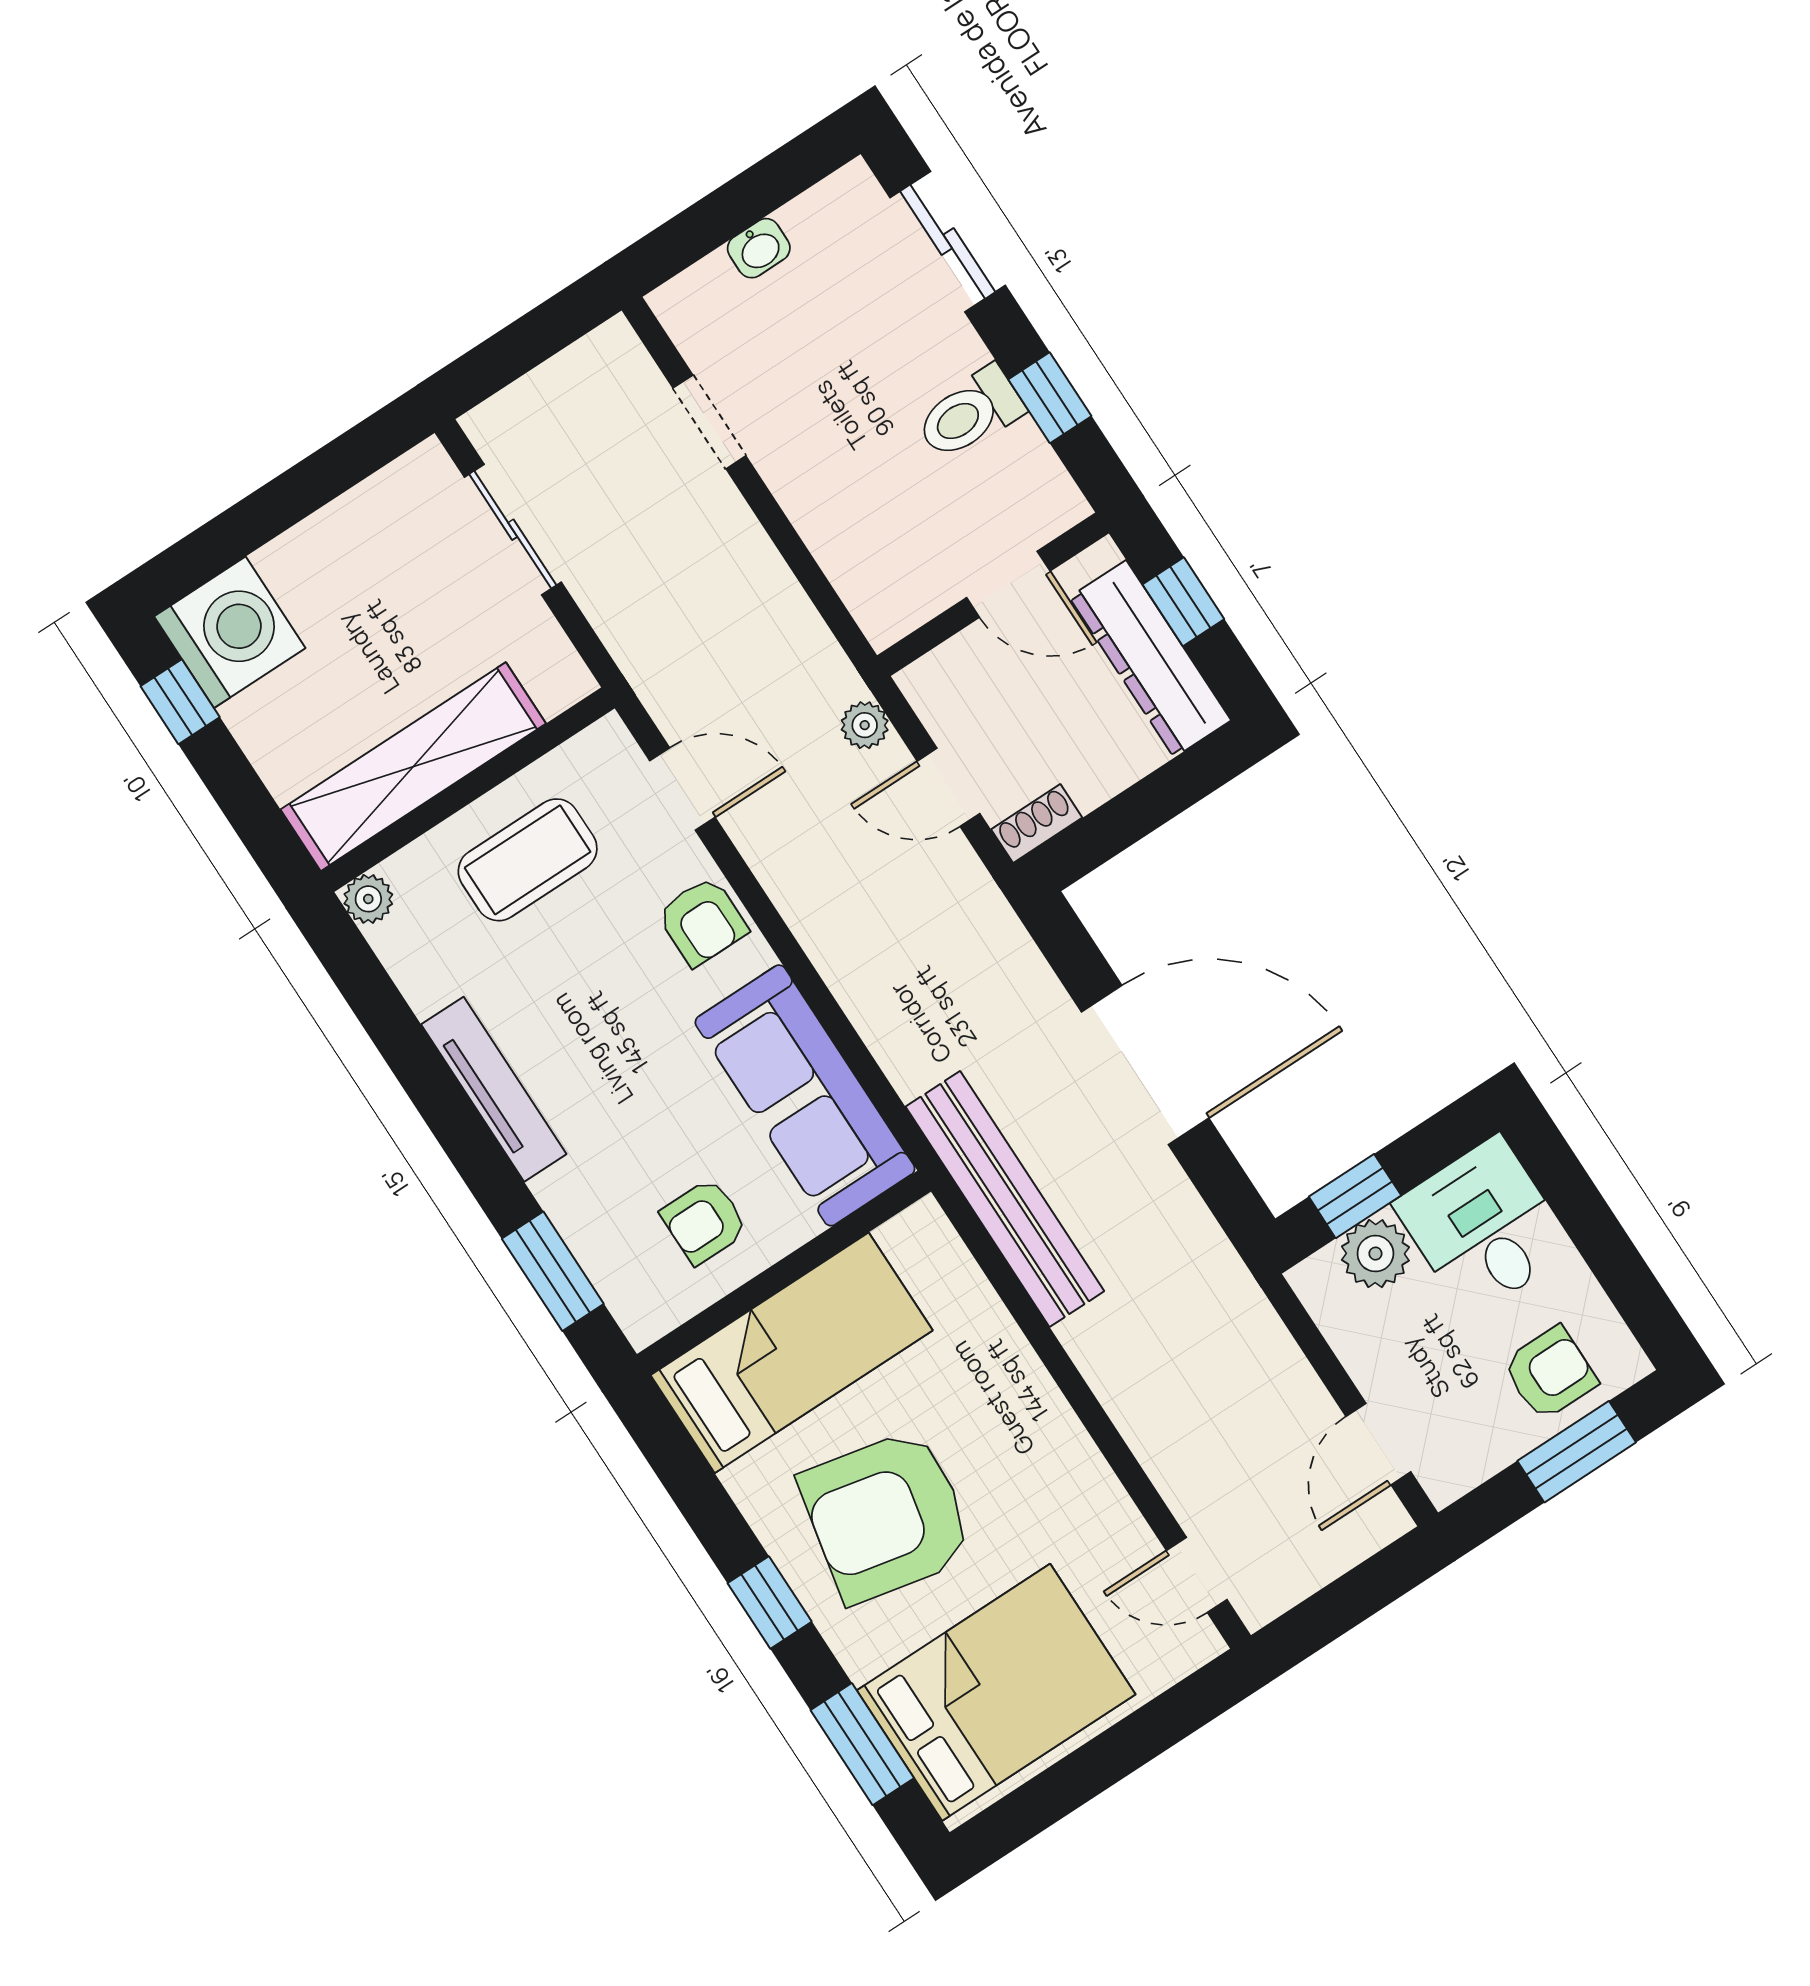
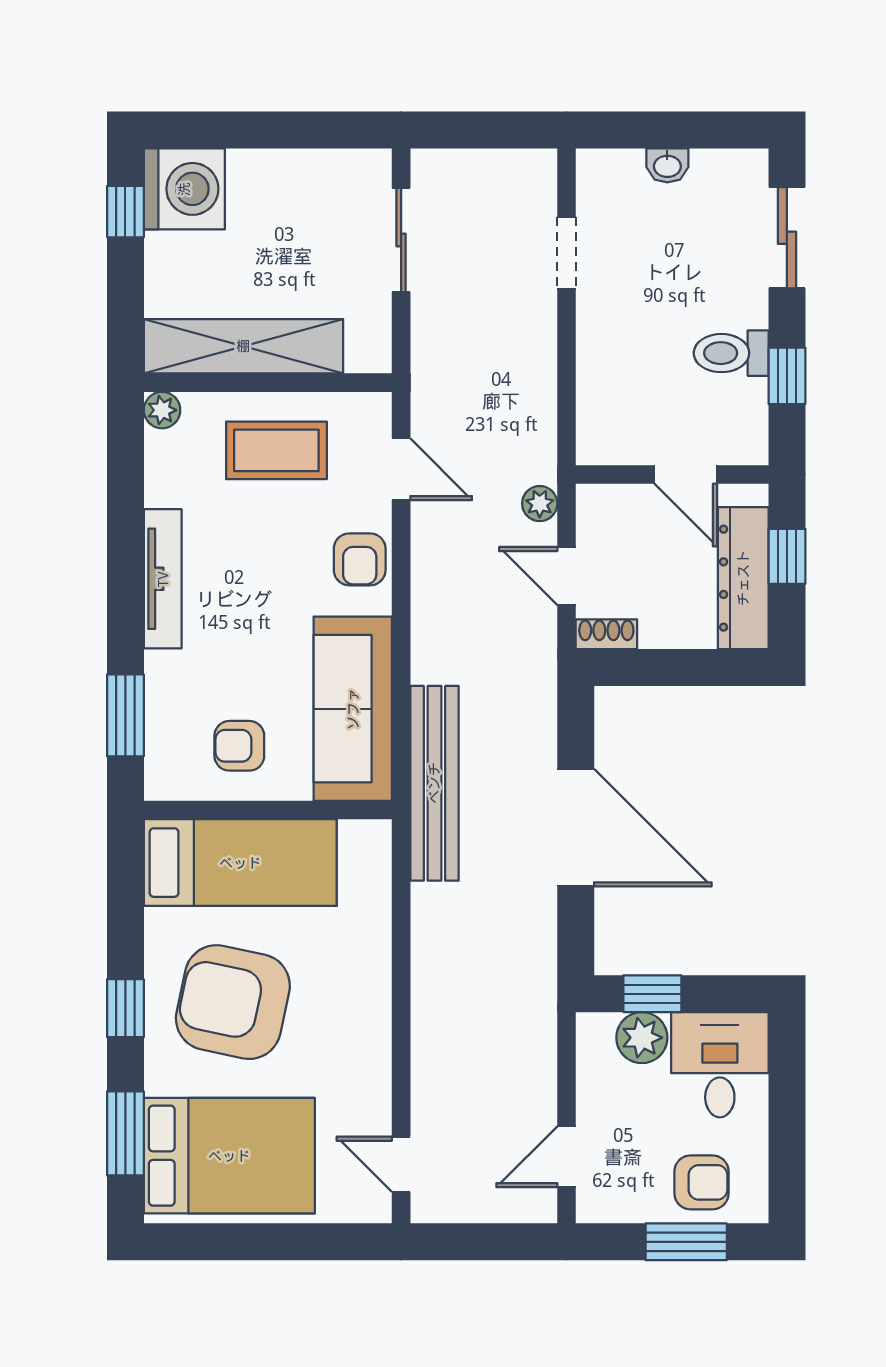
bench: (1005, 1199) -> (434, 783), moved

